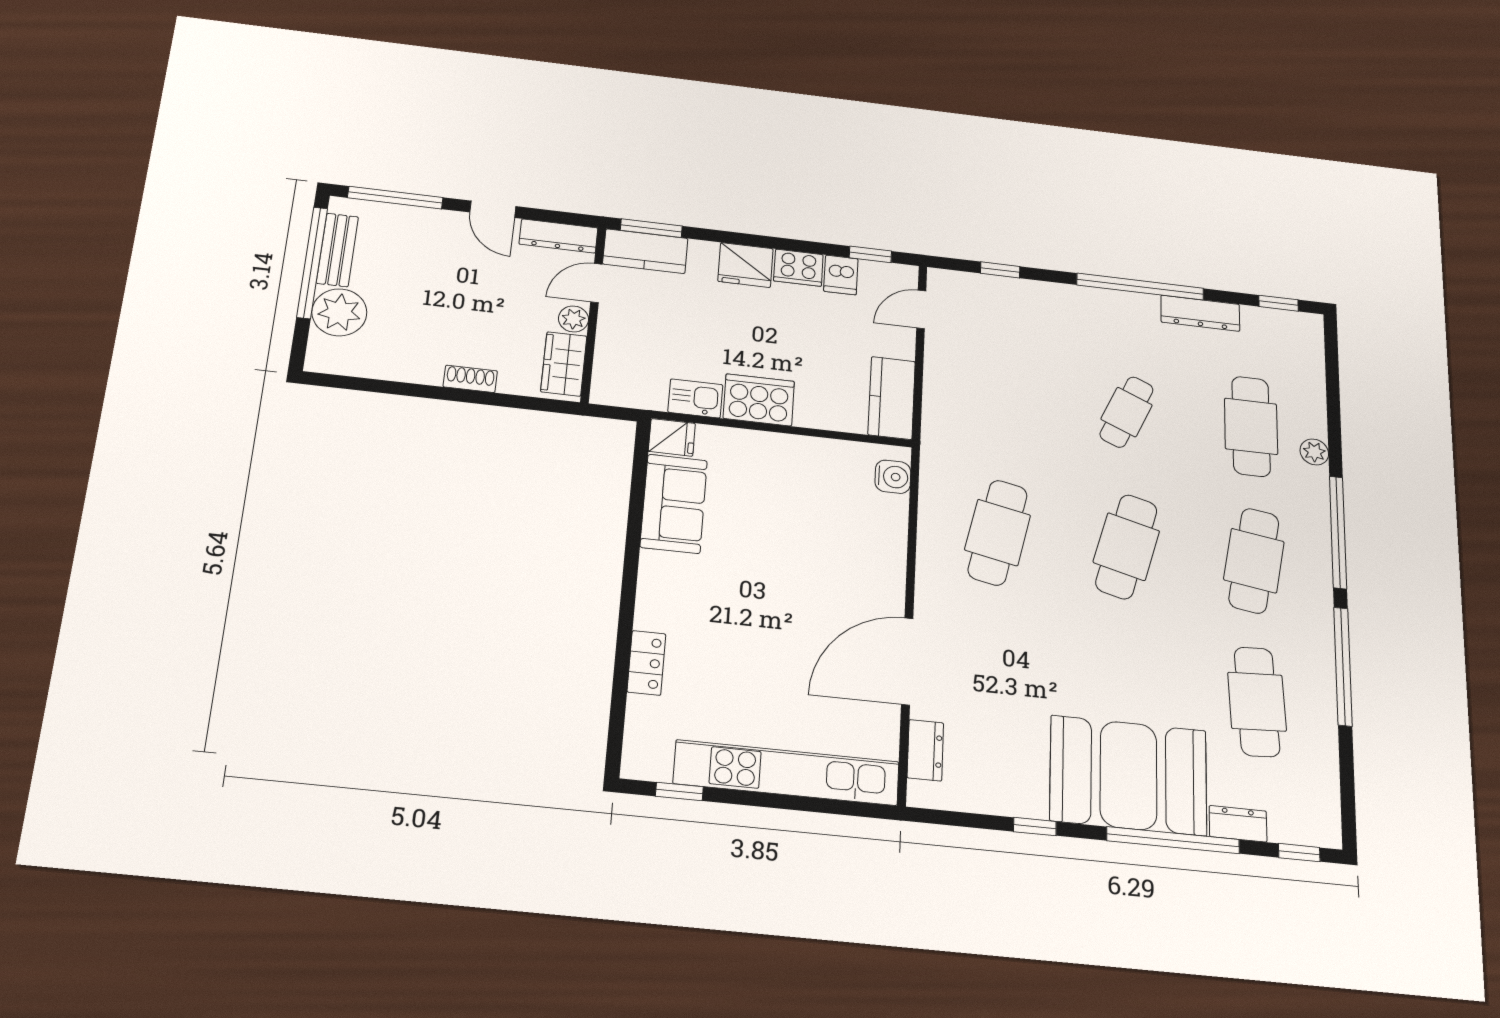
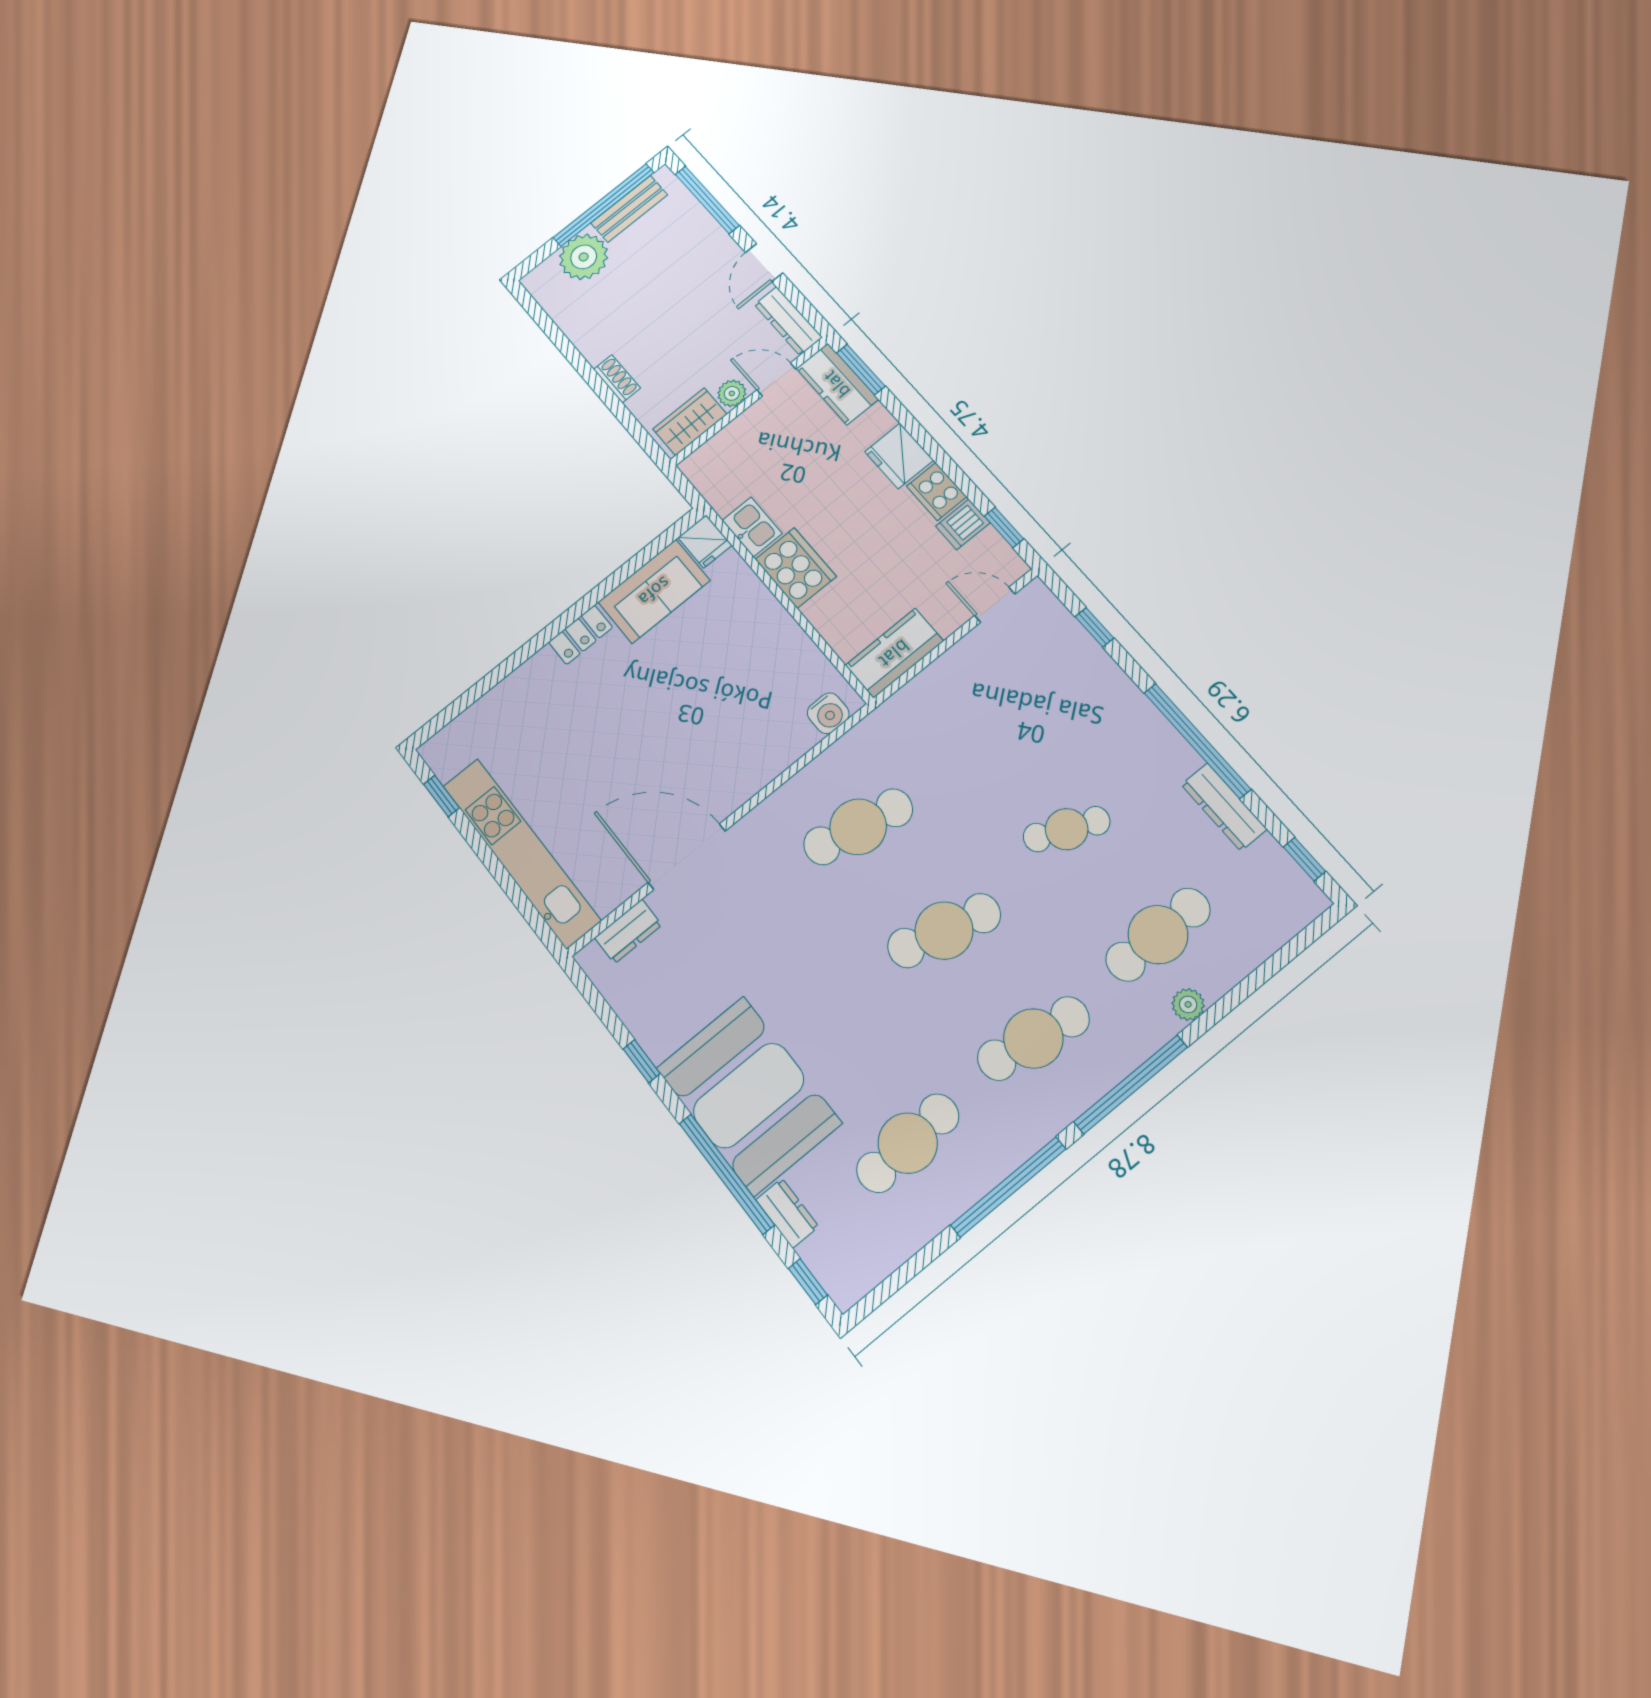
locker: (646, 663) -> (581, 635), moved

